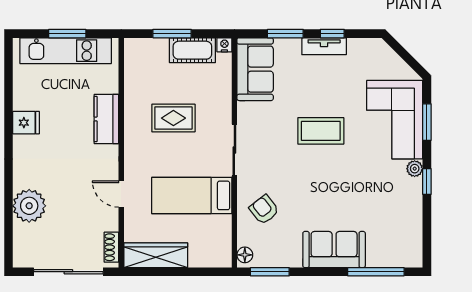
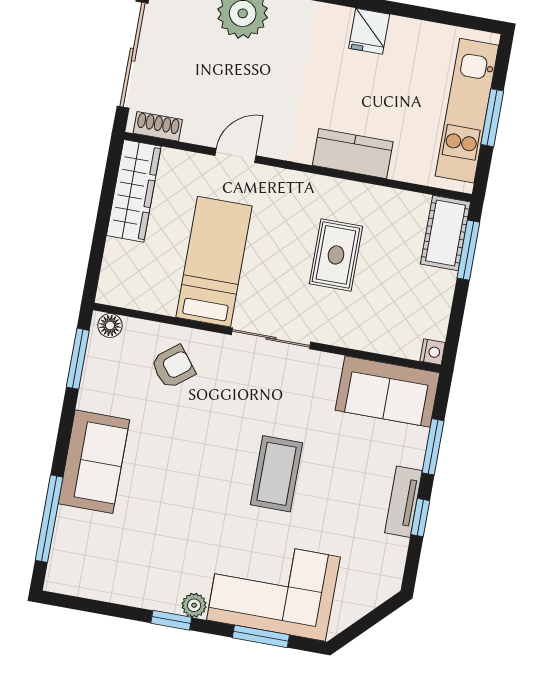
window: (172, 34) -> (468, 250), moved
cot: (192, 50) -> (446, 233), moved

